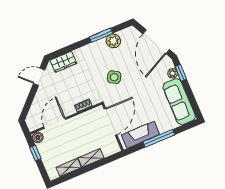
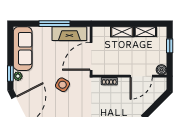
side table: (114, 77) -> (63, 85), moved
window: (35, 153) -> (170, 46), moved

